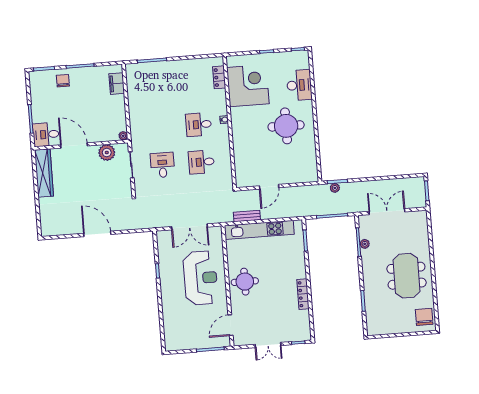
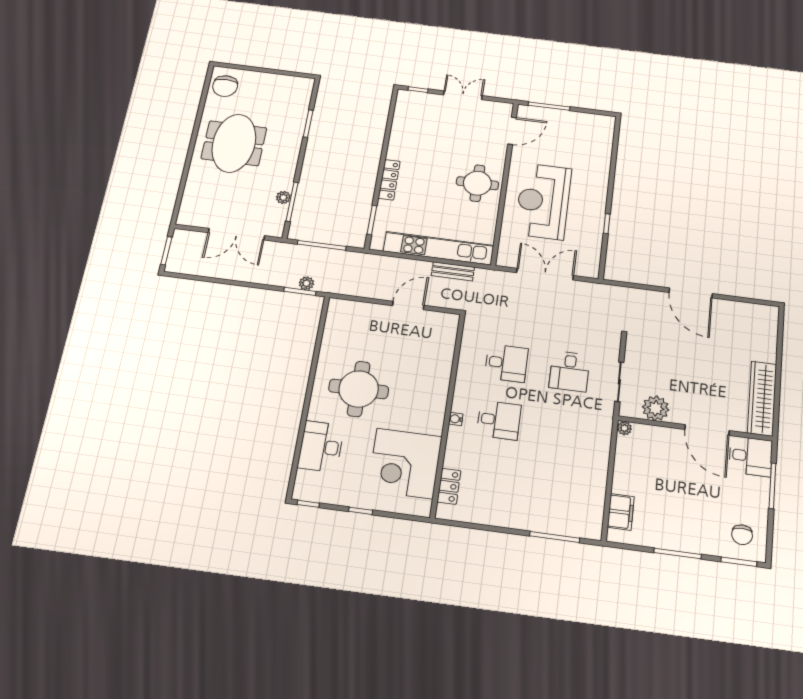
chair: (63, 81) -> (742, 535), moved
locker: (303, 294) -> (389, 180), moved

